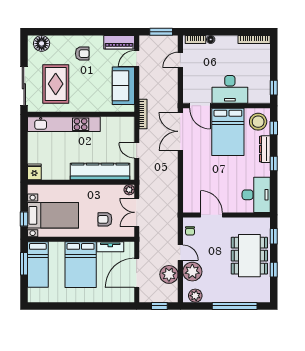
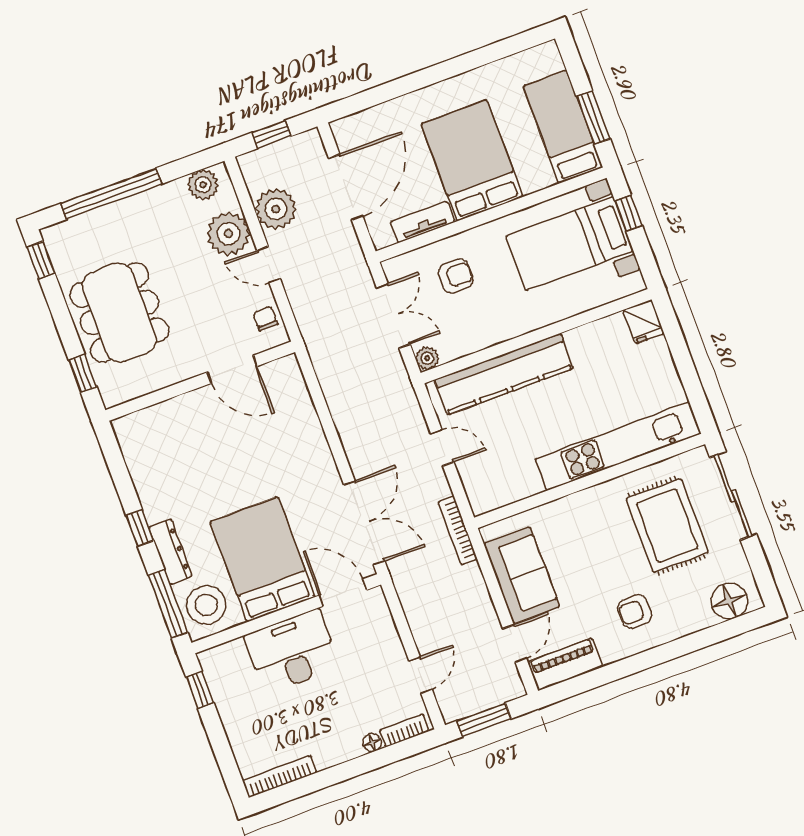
window: (274, 128) -> (168, 604), width x2.17
desk: (256, 195) -> (153, 448), removed
window: (274, 270) -> (41, 260), moved

